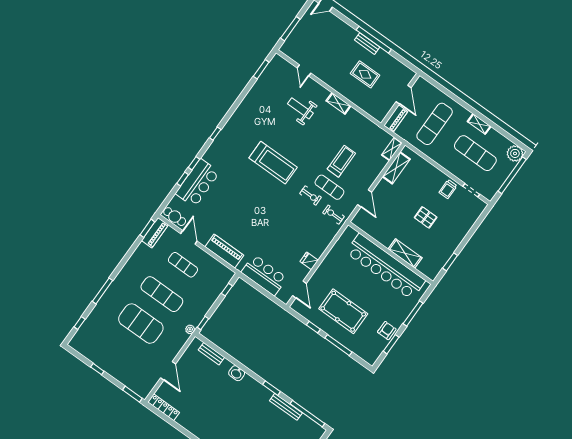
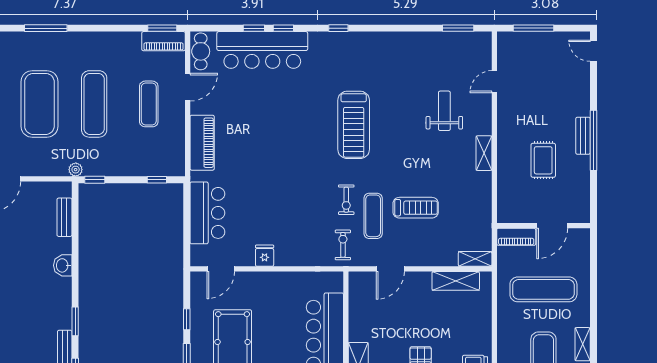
bar counter: (198, 183) -> (262, 50), width x1.36

